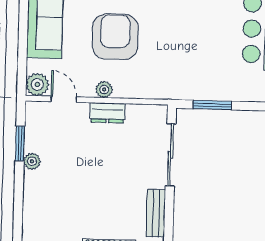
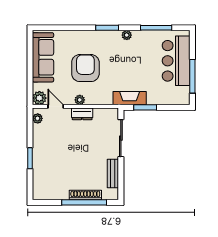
fireplace: (187, 89) -> (130, 98), added
window: (20, 143) -> (30, 158), moved
plant: (32, 161) -> (38, 118), moved

